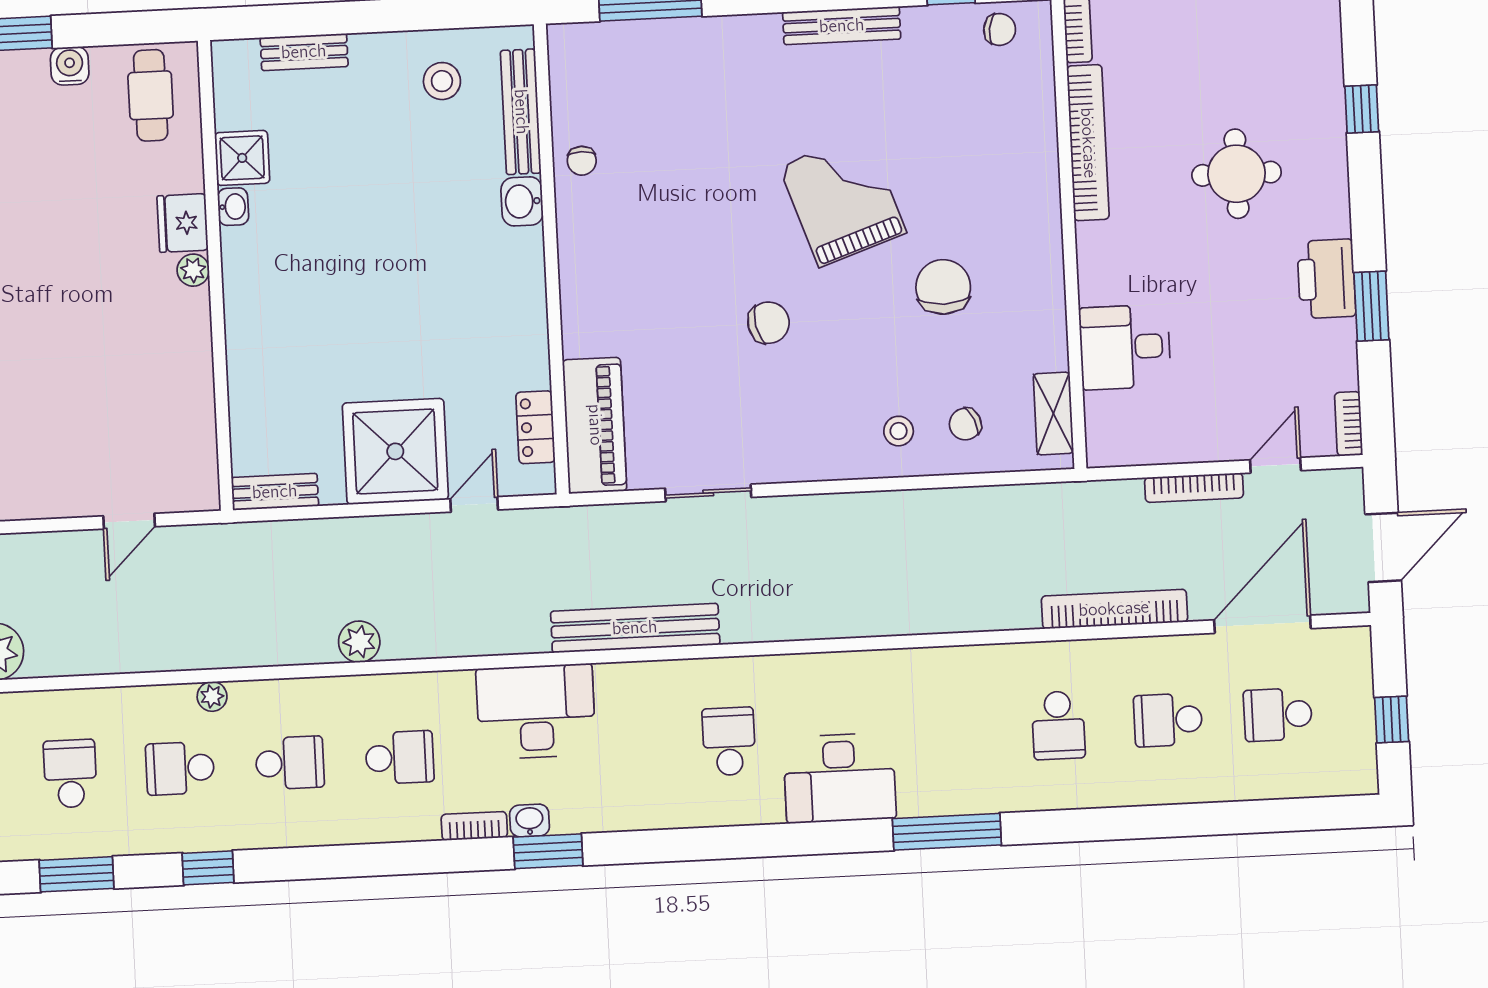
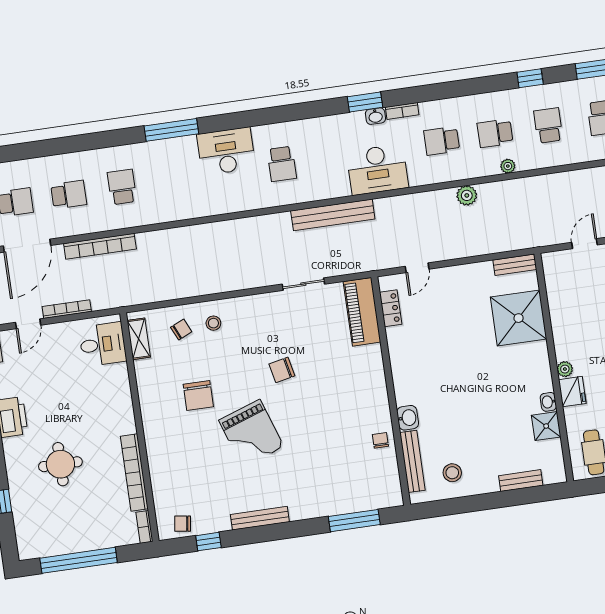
desk: (1125, 347) -> (103, 344), moved
shower: (395, 451) -> (519, 318), moved
plant: (212, 696) -> (508, 166), moved
school desk: (180, 768) -> (548, 125), turned -90

